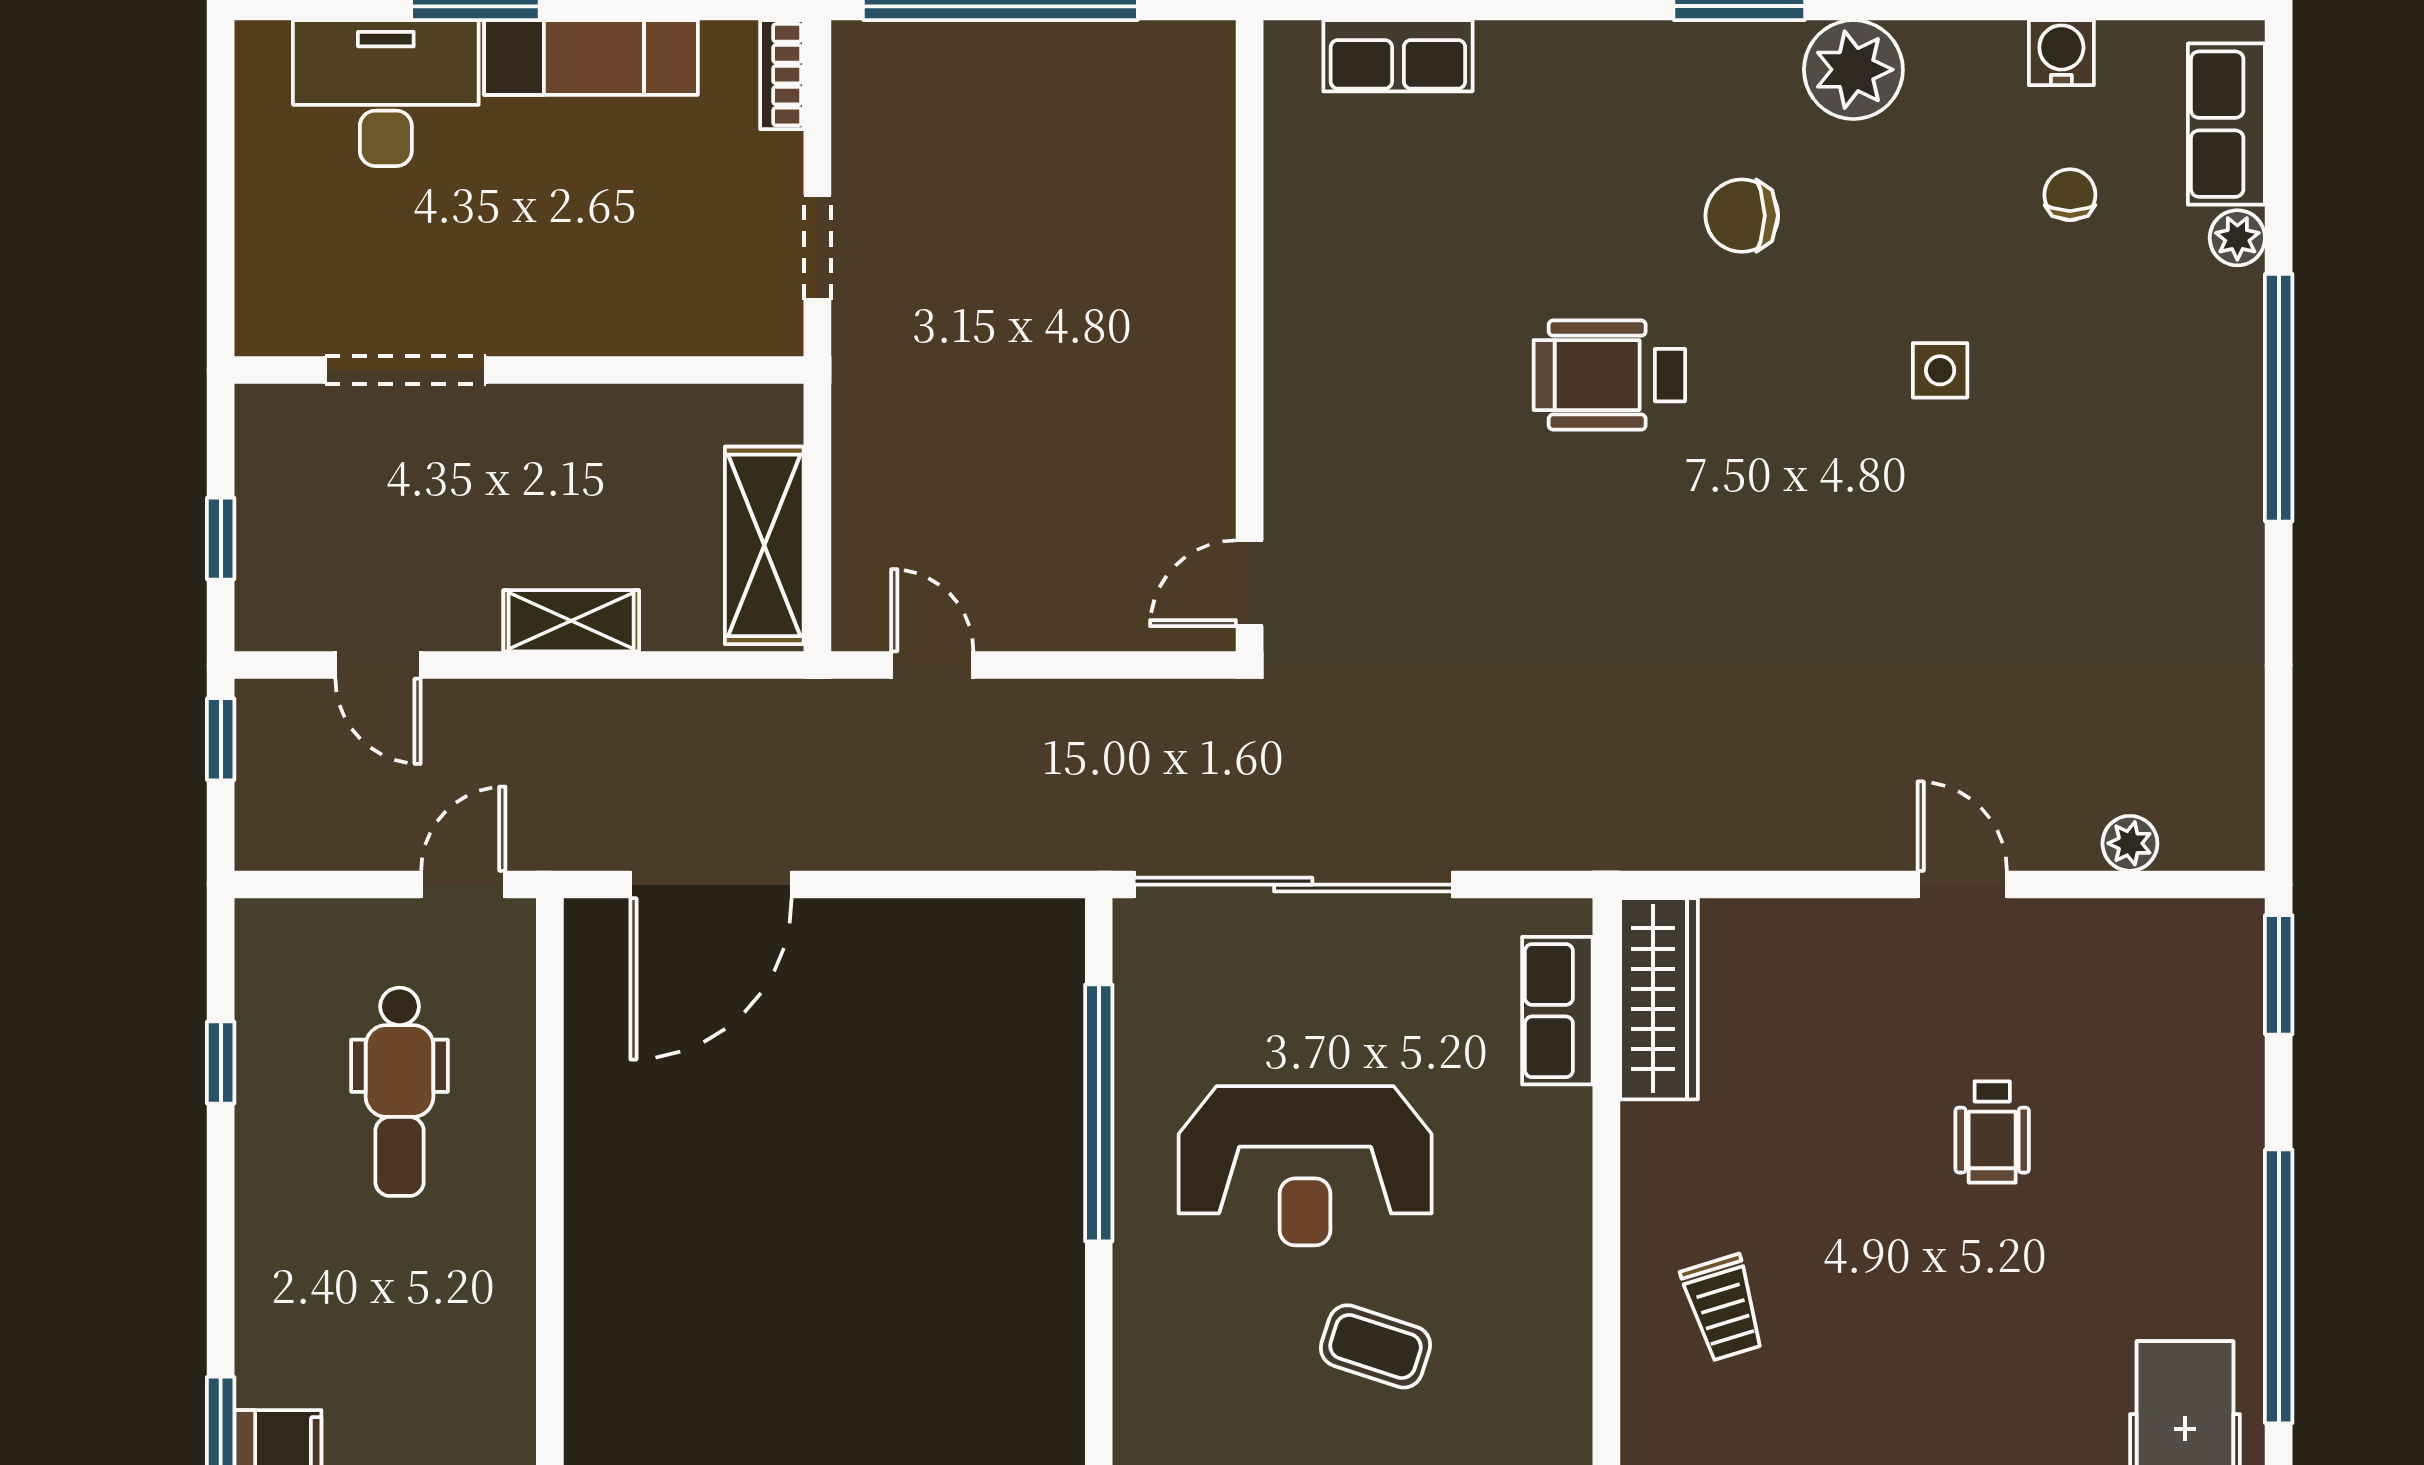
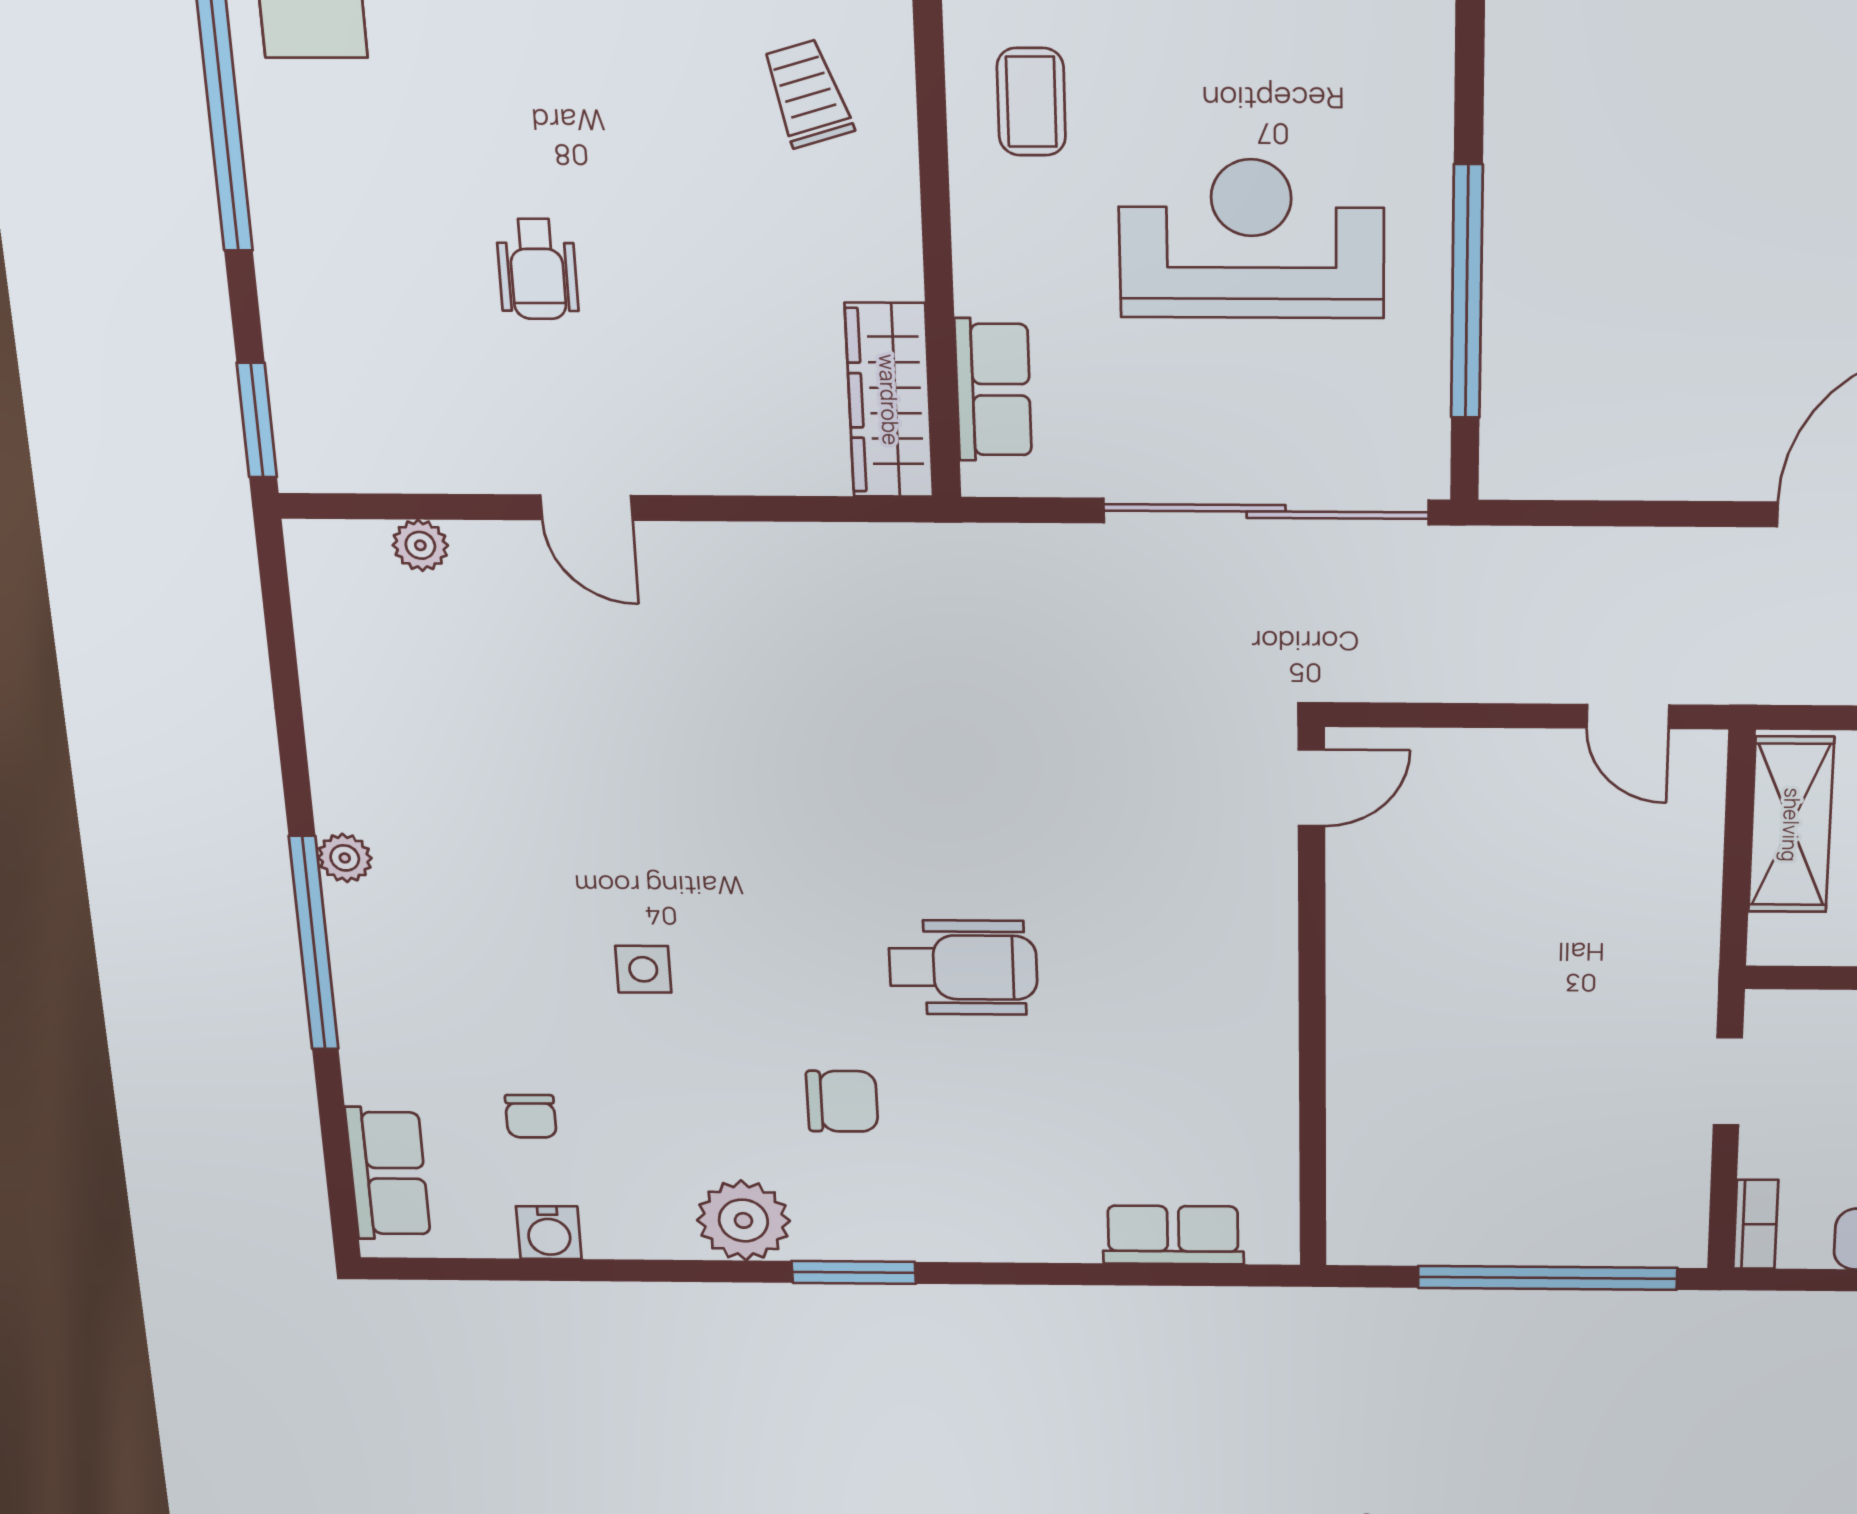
plant: (2237, 238) -> (345, 858), moved
wheelchair: (1992, 1132) -> (537, 269), turned 180
coffee table: (1376, 1346) -> (1031, 102), moved, turned 72

